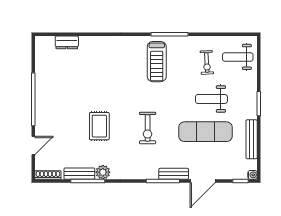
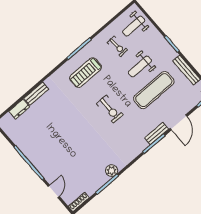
treadmill: (157, 62) -> (86, 73), turned 90
rug: (99, 126) -> (85, 144), removed
exercise bike: (148, 128) -> (110, 109), moved
bench: (79, 174) -> (36, 94), moved

